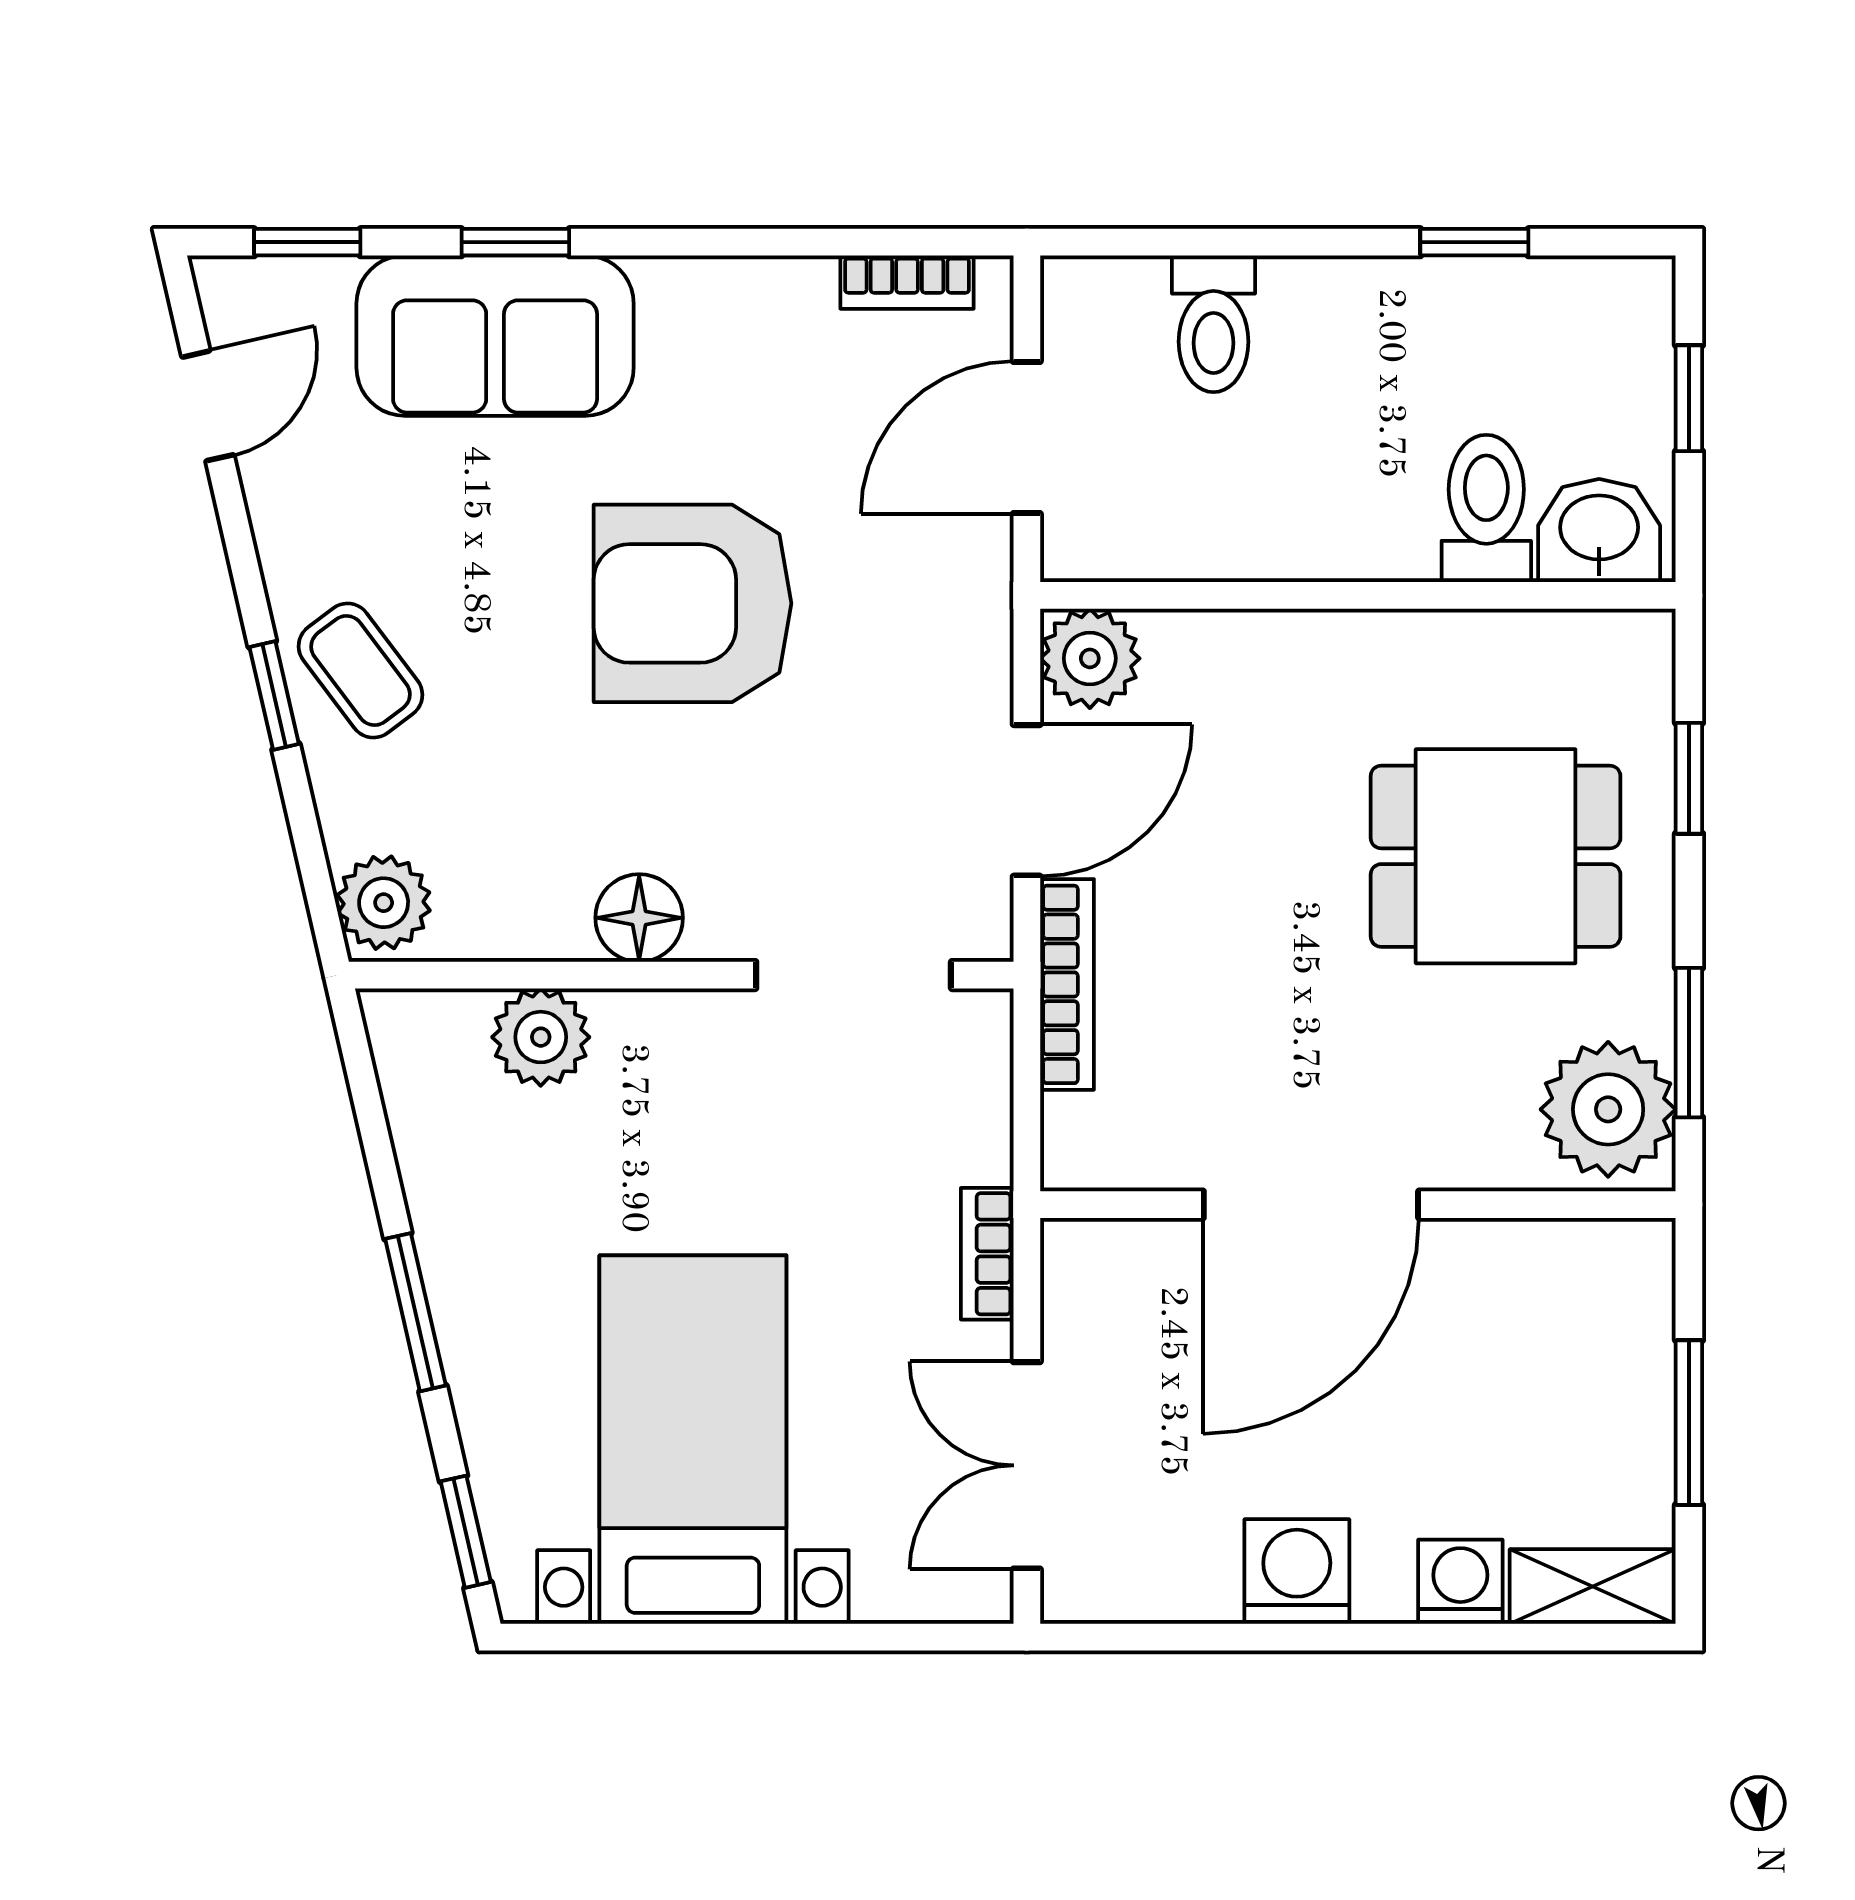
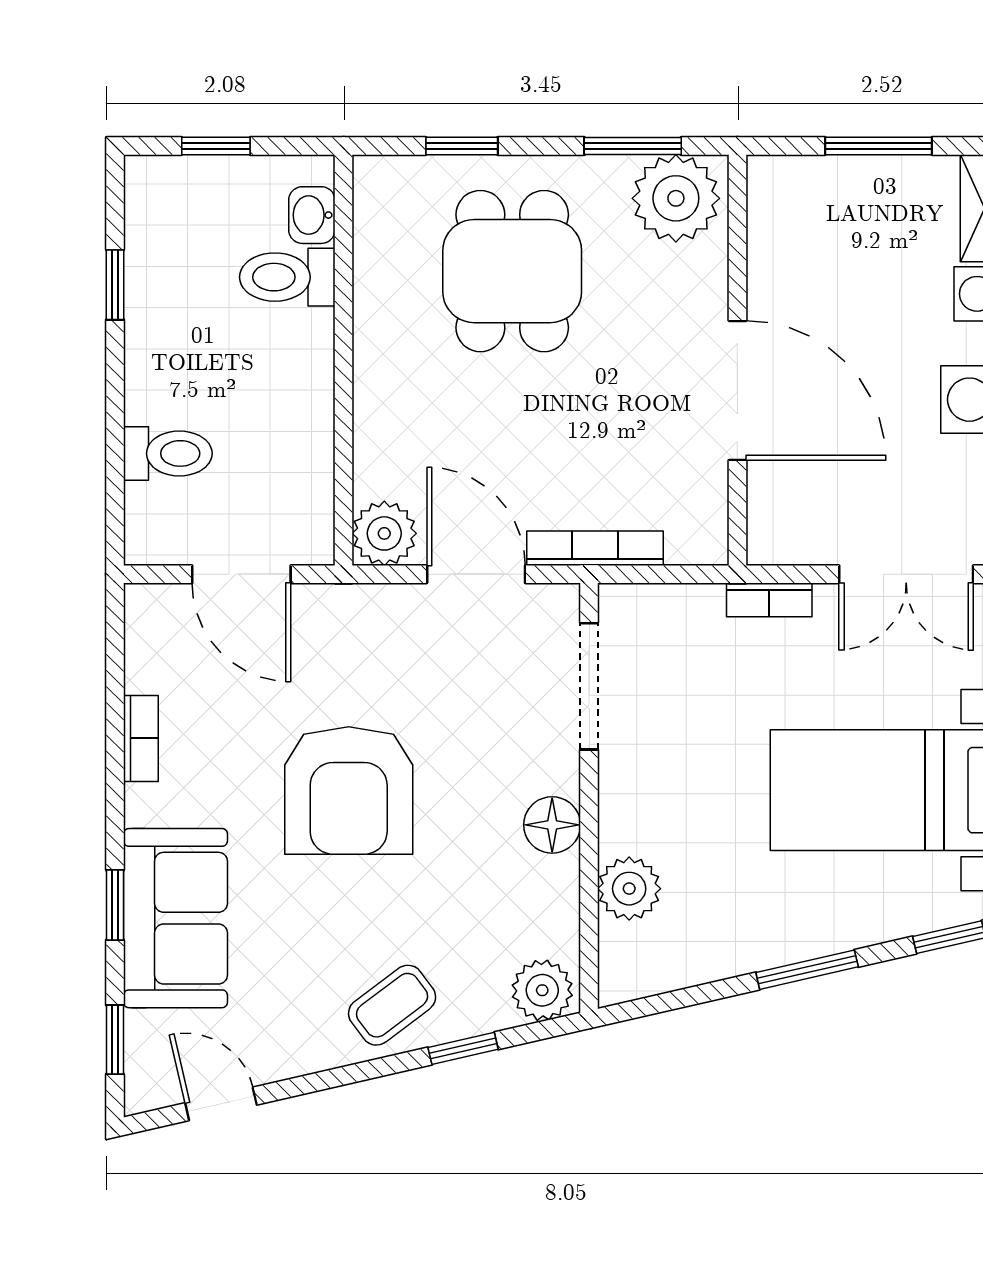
bookcase: (907, 282) -> (141, 738), moved
washbasin: (1599, 531) -> (312, 215), width x0.72, depth x0.69
window: (274, 695) -> (463, 1048), moved

